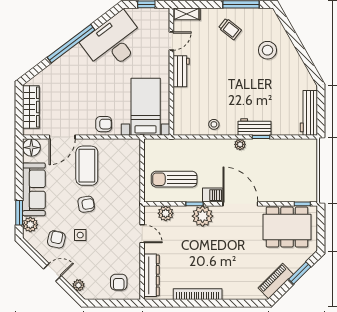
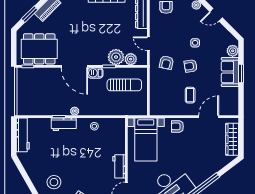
floor lamp: (31, 148) -> (232, 109), removed
coffee table: (87, 166) -> (190, 95), width x0.54, depth x0.58
sofa: (34, 189) -> (230, 72), width x0.73
window: (19, 213) -> (241, 74), moved
plant: (203, 216) -> (116, 57), moved
armchair: (56, 239) -> (166, 63), moved

